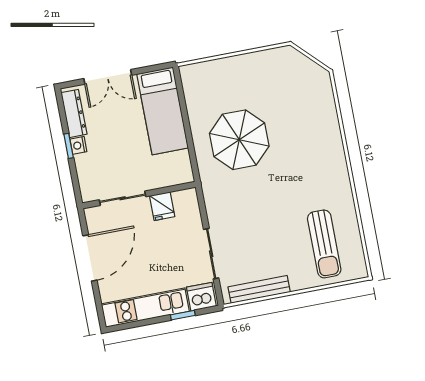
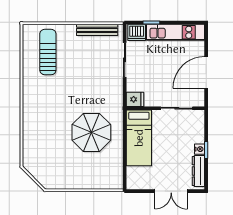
double door: (108, 77) -> (171, 191), swing flipped
bed: (163, 111) -> (139, 138), moved, turned 180
fridge: (162, 206) -> (135, 99), moved, turned 90

